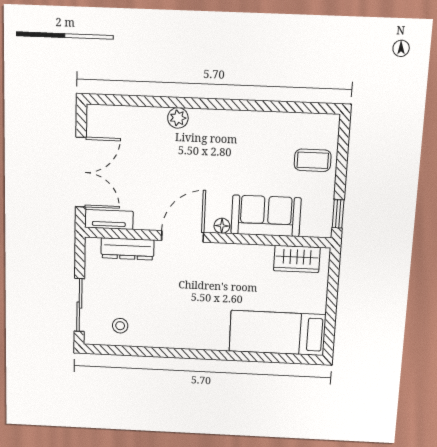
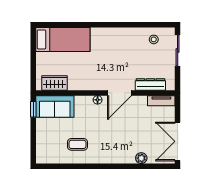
plant: (178, 118) -> (141, 158), moved
coffee table: (313, 160) -> (77, 144), moved
double door: (81, 172) -> (178, 141), moved
sofa: (266, 216) -> (55, 106), moved

